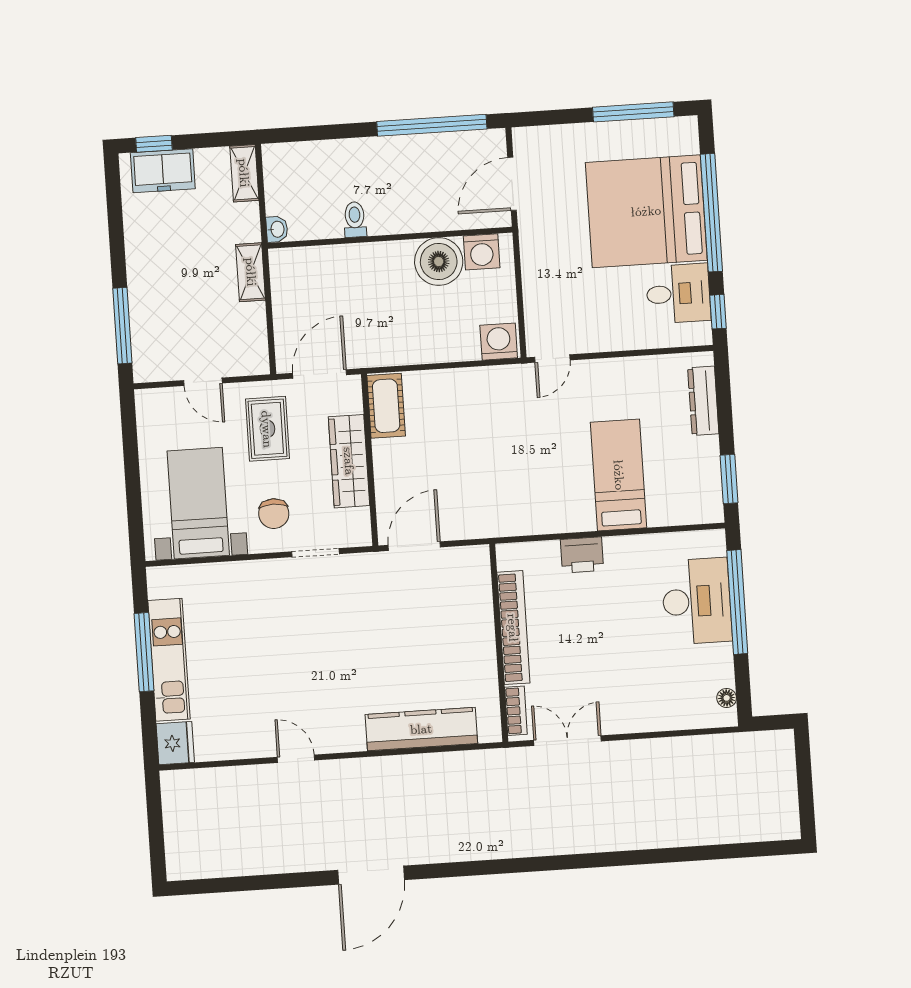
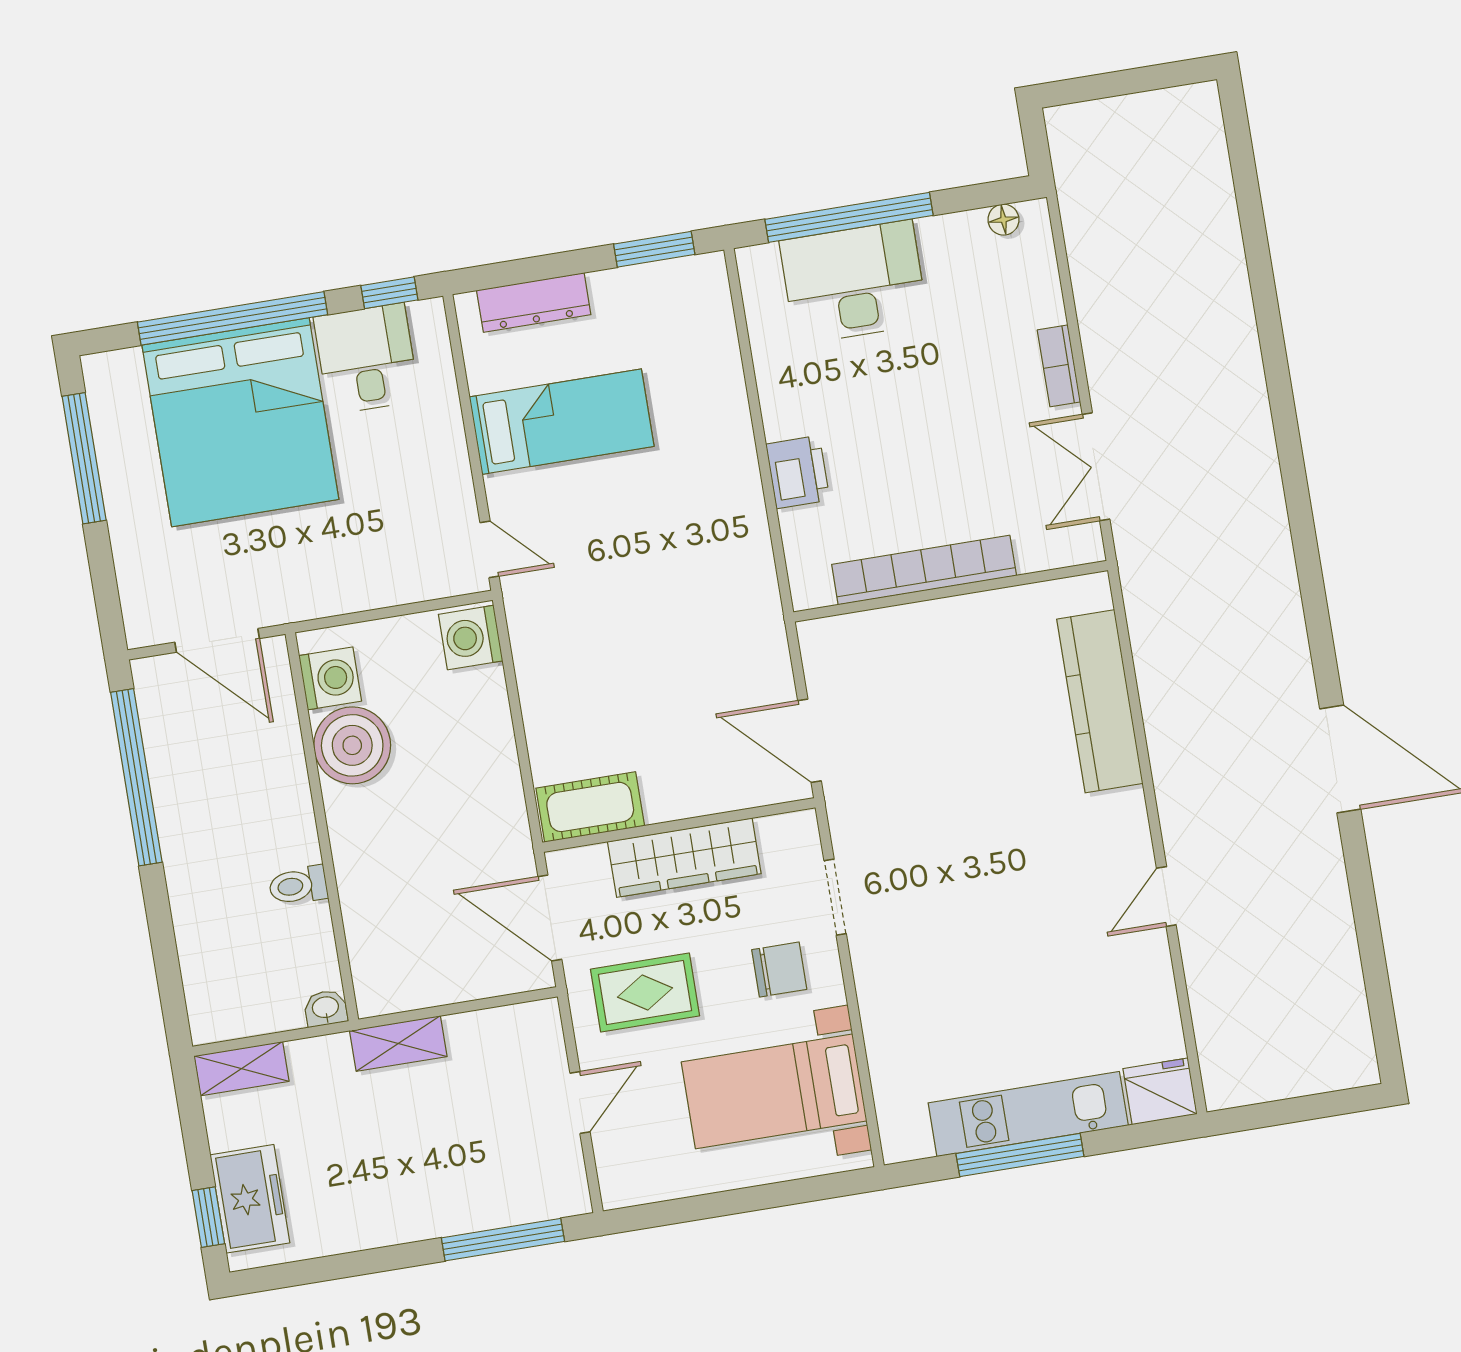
bed: (619, 475) -> (562, 422), moved, turned 180
bookcase: (516, 711) -> (1059, 366), moved, turned -90

